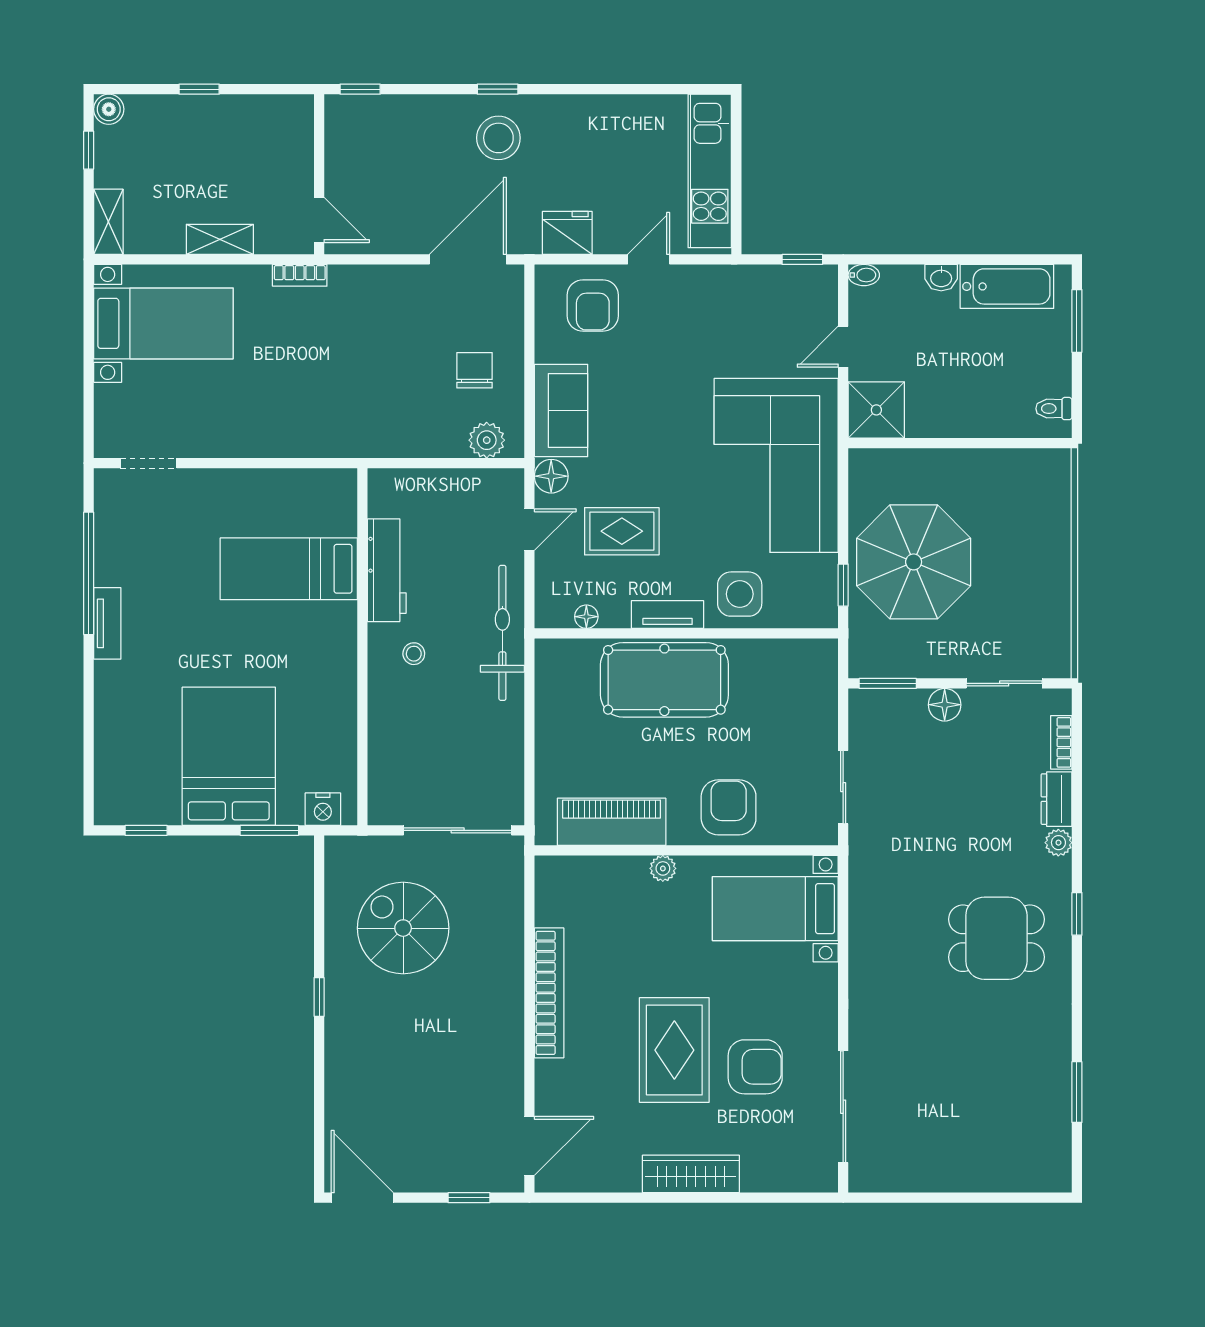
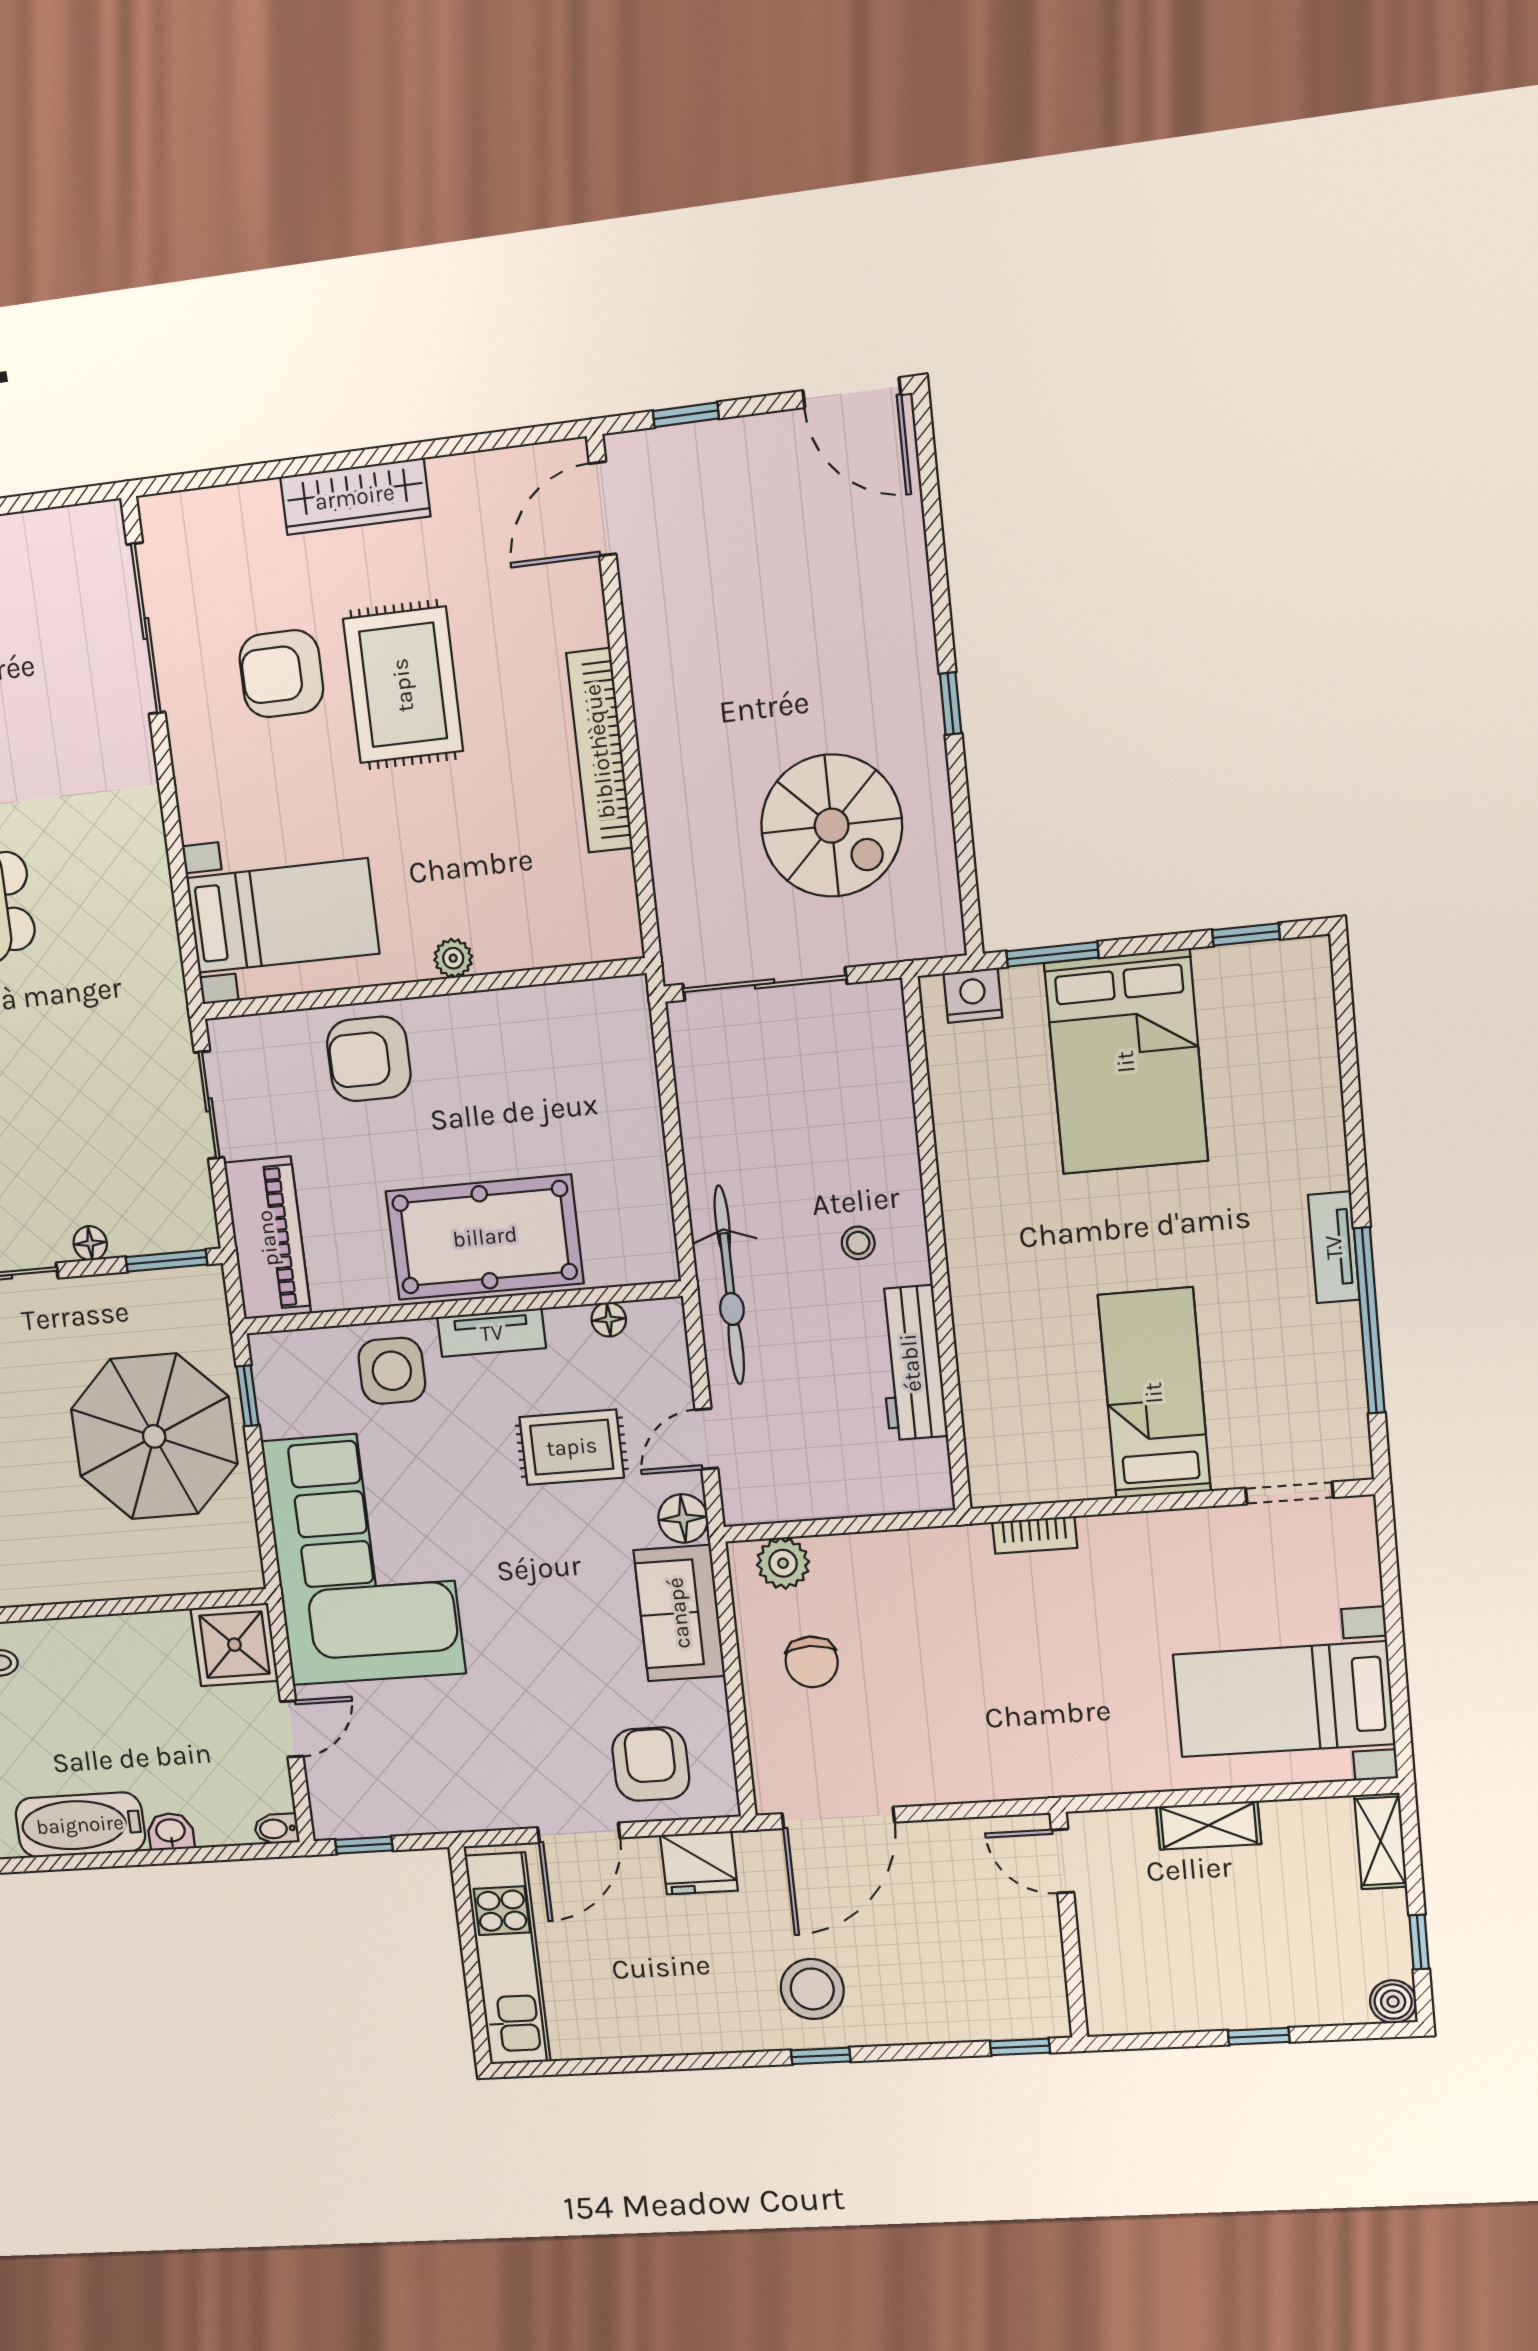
door: (649, 259) -> (579, 1833), width x1.37
bookcase: (300, 275) -> (1035, 1535), moved, turned 180
bed: (289, 569) -> (1154, 1393), moved, turned -90
floor lamp: (945, 705) -> (90, 1243), width x0.73, depth x0.73
armchair: (729, 807) -> (369, 1059), turned 90
piano: (612, 822) -> (268, 1238), moved, turned -90

